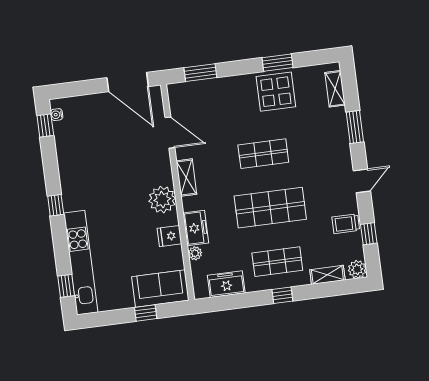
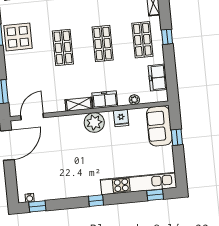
door: (170, 133) -> (32, 117), moved
shop shelf: (270, 208) -> (103, 44), width x0.70, depth x0.74
freezer: (196, 228) -> (105, 100), moved

